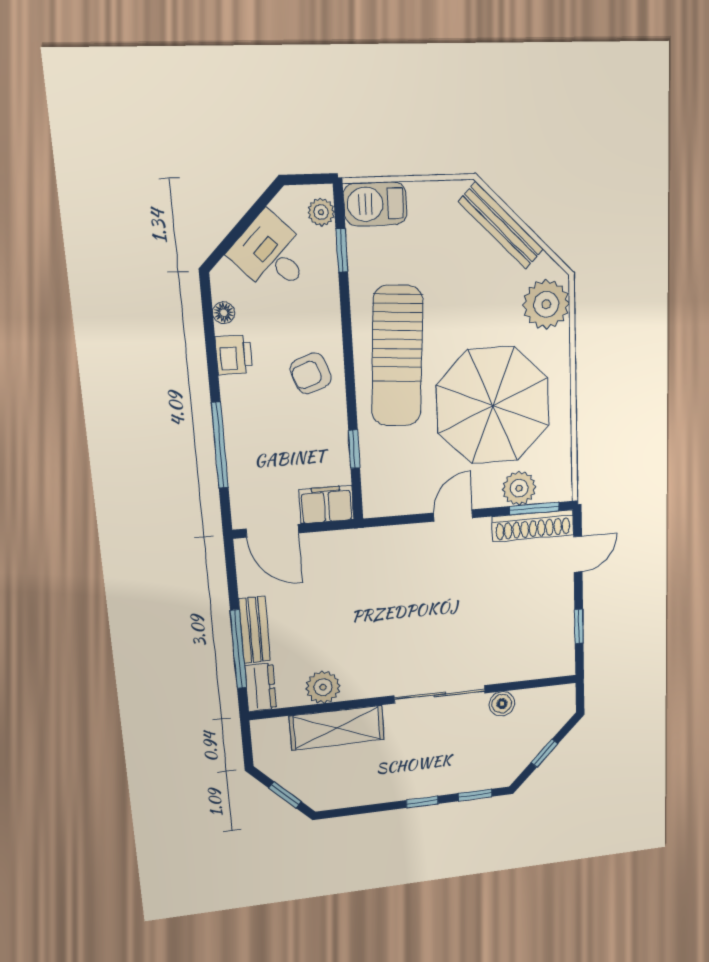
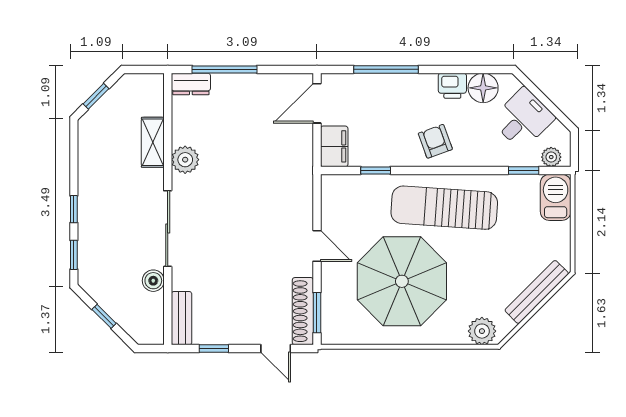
plant: (546, 304) -> (482, 331), width x0.73, depth x0.73
floor lamp: (224, 313) -> (483, 88), width x1.89, depth x1.89
plant: (519, 488) -> (334, 301), removed
bench: (255, 630) -> (182, 318), moved, turned 90
plant: (323, 687) -> (185, 160), moved
shelving: (337, 728) -> (153, 142), width x0.67, depth x0.75

